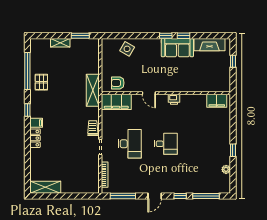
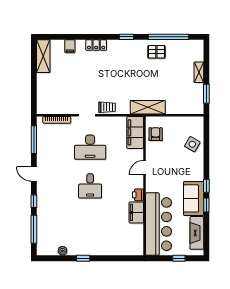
bar counter: (201, 80) -> (159, 224), added
filing cabinet: (217, 101) -> (136, 212), moved
filing cabinet: (36, 123) -> (70, 46), moved

